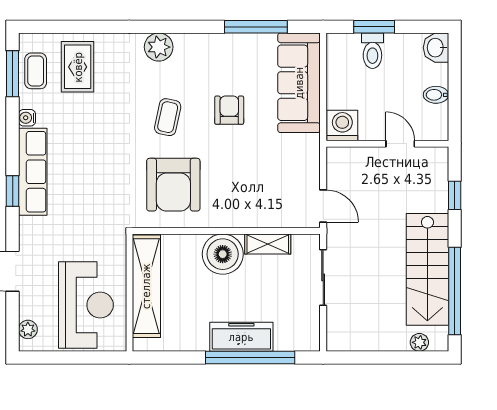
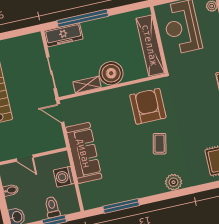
sofa: (299, 83) -> (84, 153), moved
armchair: (229, 110) -> (126, 155), removed
washing machine: (342, 125) -> (64, 177), moved, turned 90
freezer: (241, 337) -> (63, 35), moved

